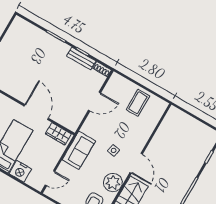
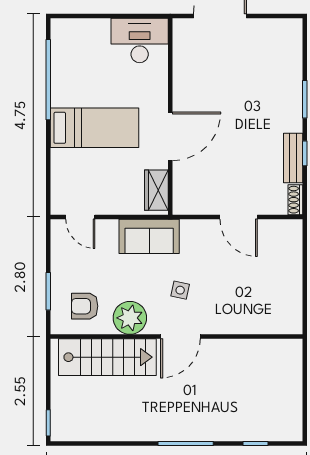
coffee table: (138, 103) -> (276, 285), removed
nightstand: (20, 171) -> (64, 165), removed

